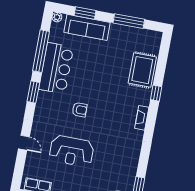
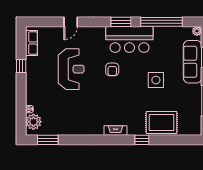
bar counter: (56, 68) -> (129, 39), moved
side table: (98, 68) -> (156, 80), added
reception desk: (72, 151) -> (71, 69), turned 180

